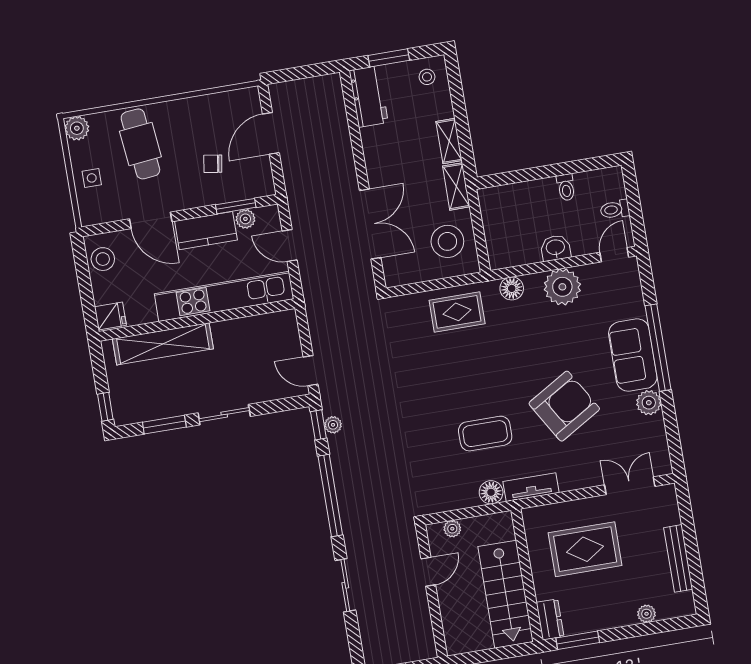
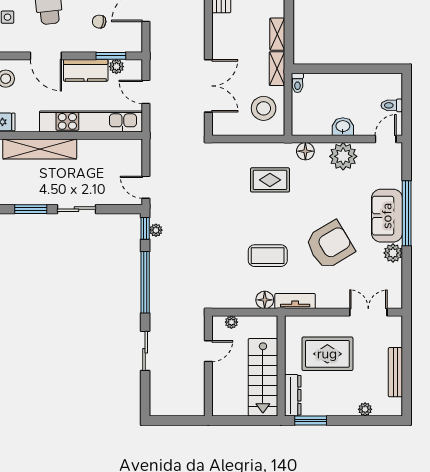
toilet: (566, 187) -> (297, 83), moved
rug: (457, 312) -> (270, 180), moved
dresser: (550, 619) -> (293, 395), width x1.44

